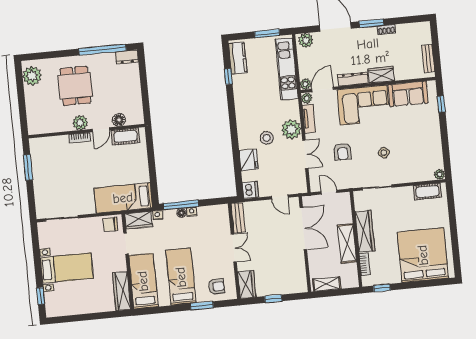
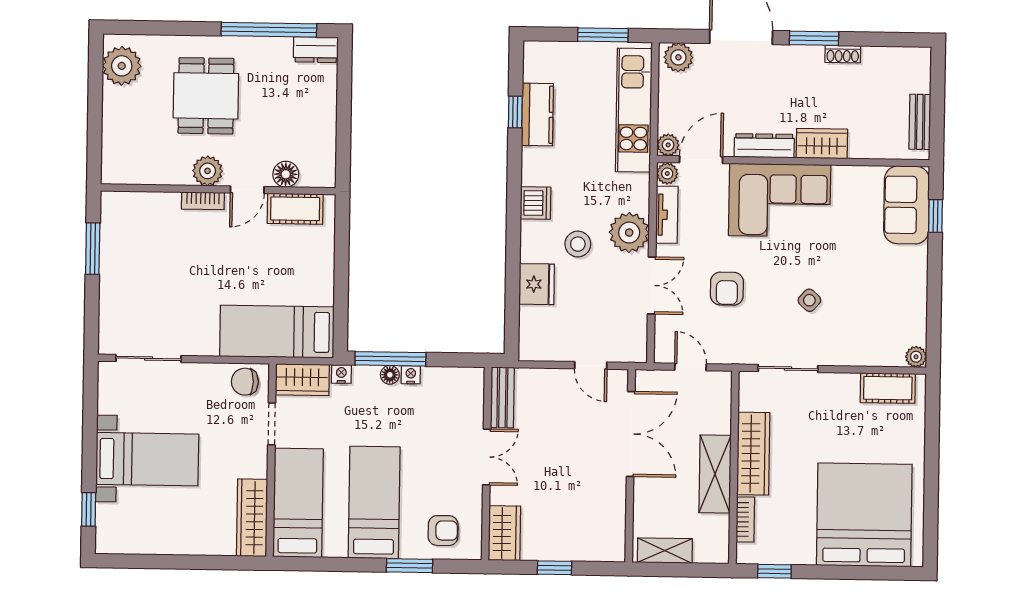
kitchen counter: (238, 58) -> (537, 115), moved
sofa: (408, 94) -> (907, 205), moved, turned 90
dishwasher: (250, 190) -> (535, 203), moved

